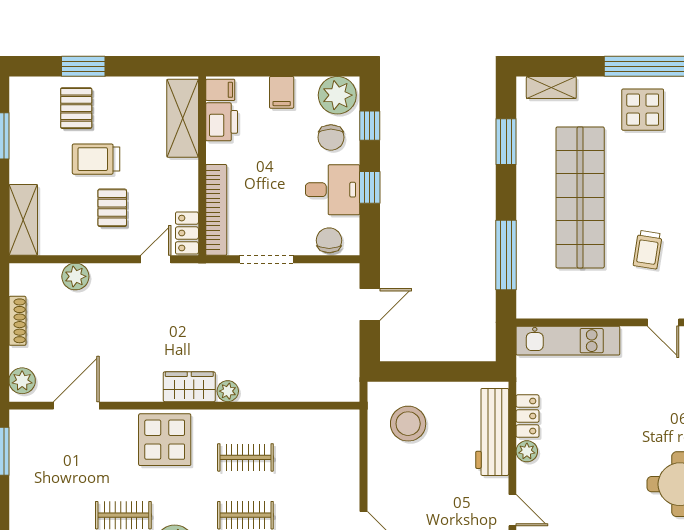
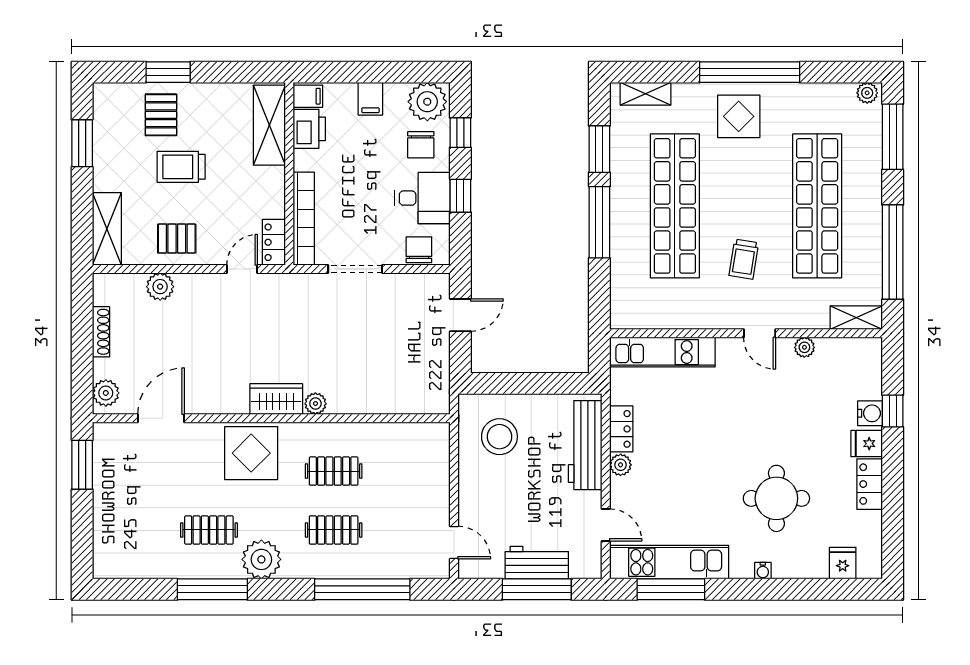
pallet: (112, 208) -> (177, 239), moved, turned 90
window: (506, 255) -> (599, 222), moved

